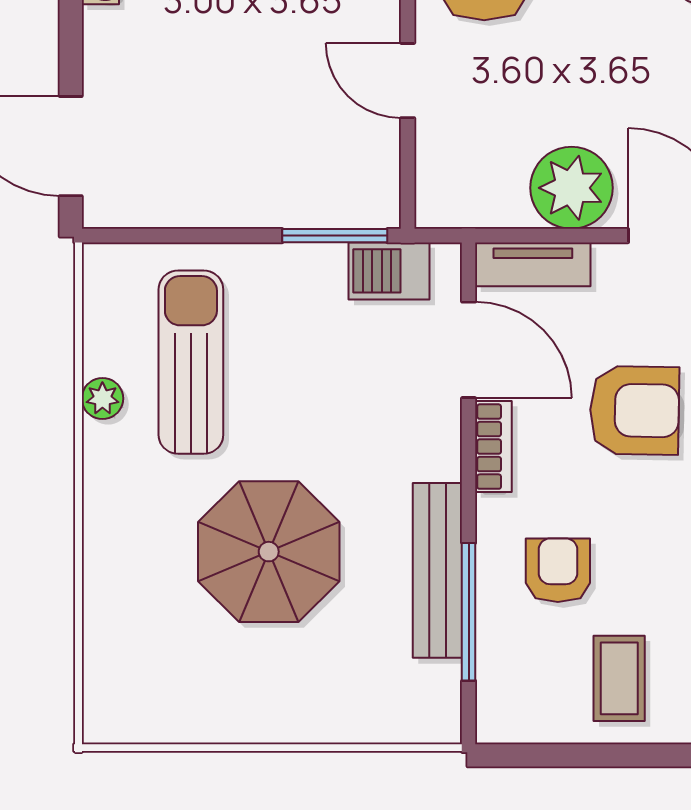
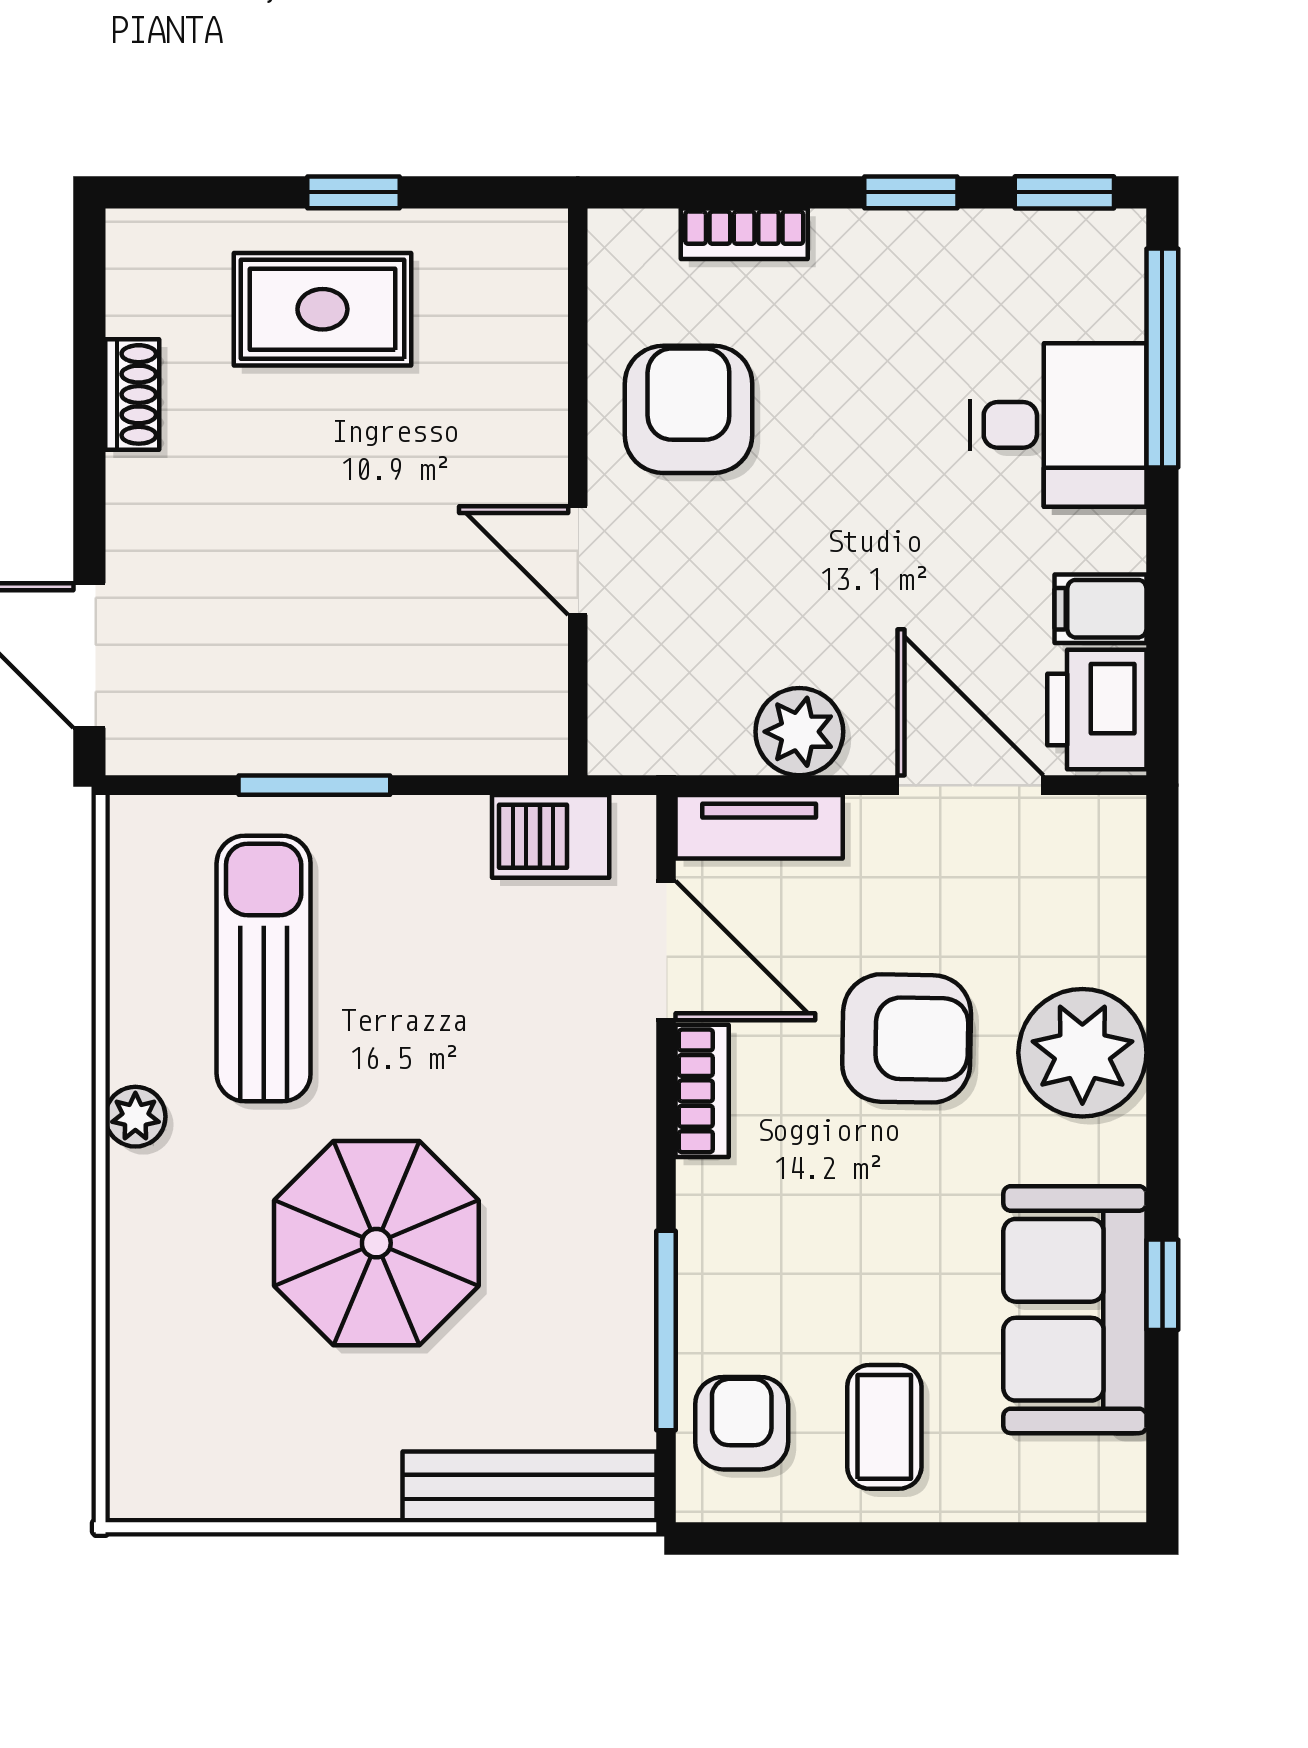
plant: (572, 188) -> (799, 732), width x0.73, depth x0.73
window: (335, 236) -> (314, 785), moved
plant: (102, 398) -> (135, 1117), moved
bench: (437, 570) -> (530, 1487), moved, turned 90
armchair: (558, 570) -> (742, 1423), moved

